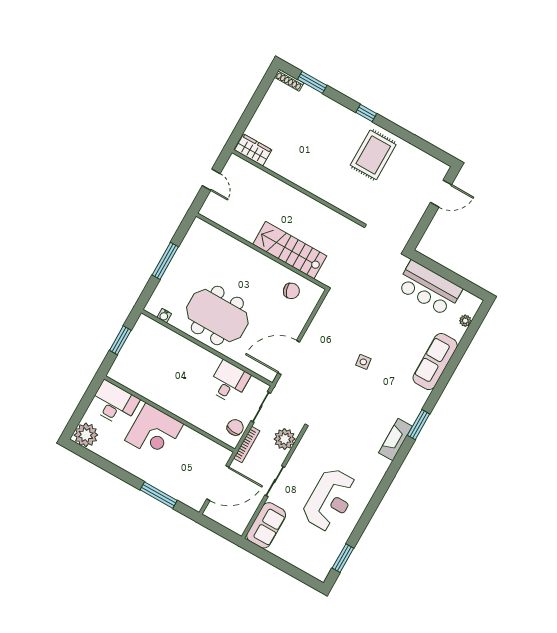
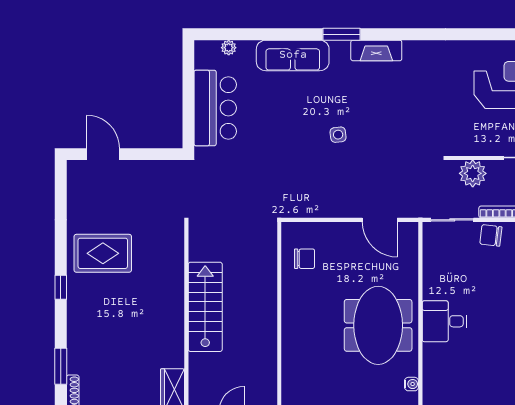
stairs: (290, 250) -> (205, 307), moved, turned 180
chair: (291, 291) -> (304, 259), turned 110
door: (289, 357) -> (380, 220), width x0.73
desk: (229, 382) -> (444, 321), moved
window: (419, 425) -> (342, 34), moved
fireplace: (395, 439) -> (376, 50), moved

